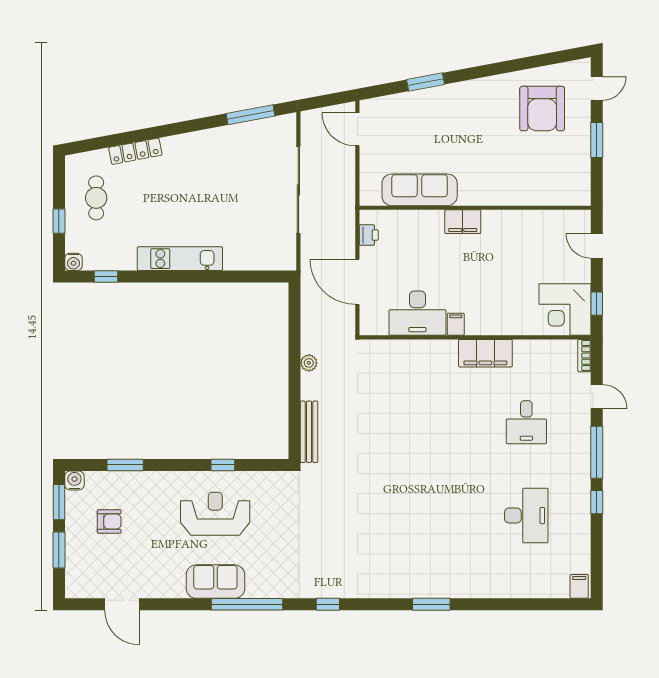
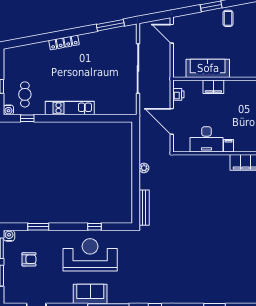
coffee table: (455, 103) -> (228, 18), added
locker: (135, 151) -> (64, 42), moved
cafe table: (96, 198) -> (25, 94), moved
filing cabinet: (463, 222) -> (213, 87), moved
reception desk: (215, 514) -> (90, 255), width x1.36, depth x1.30

